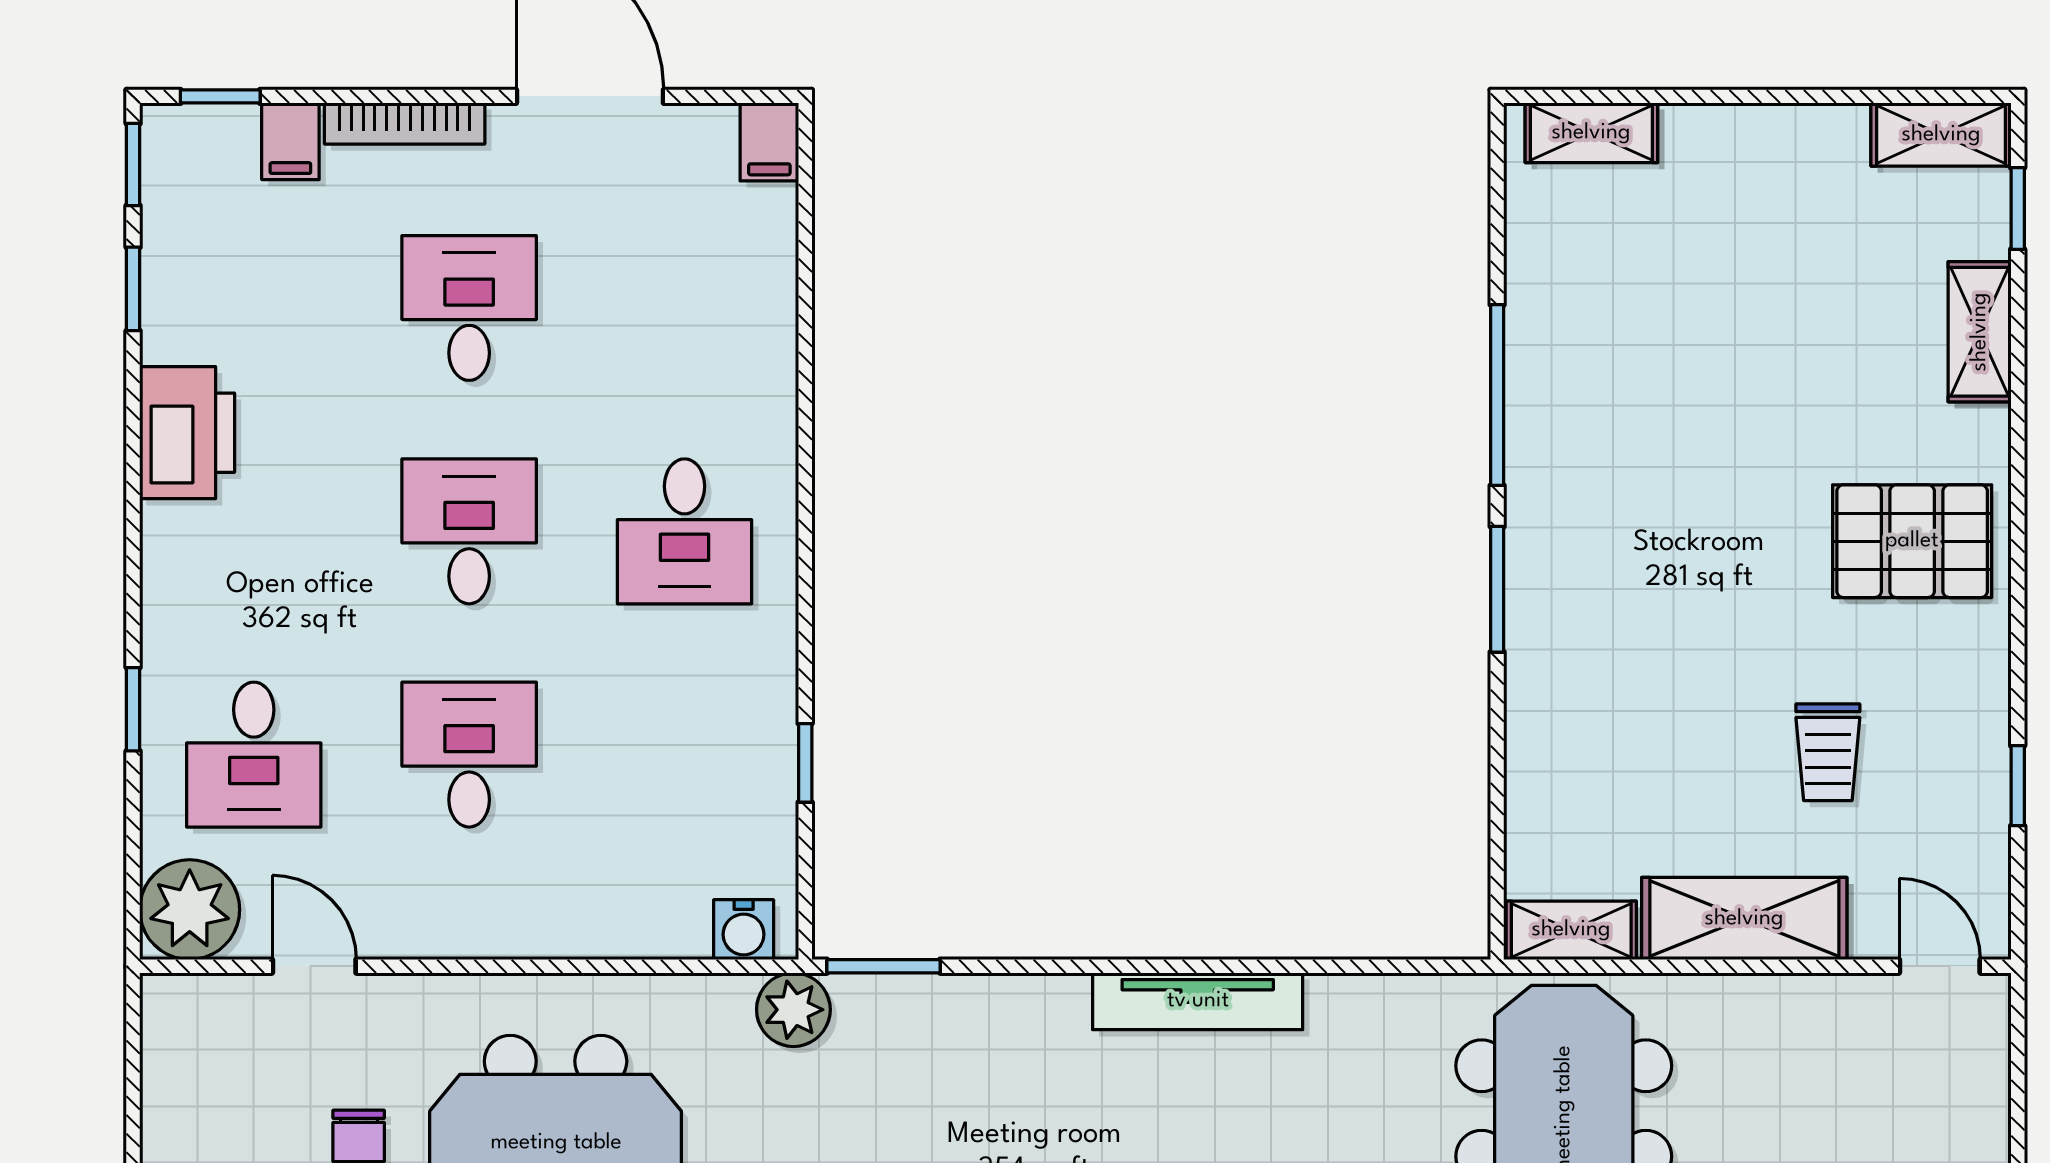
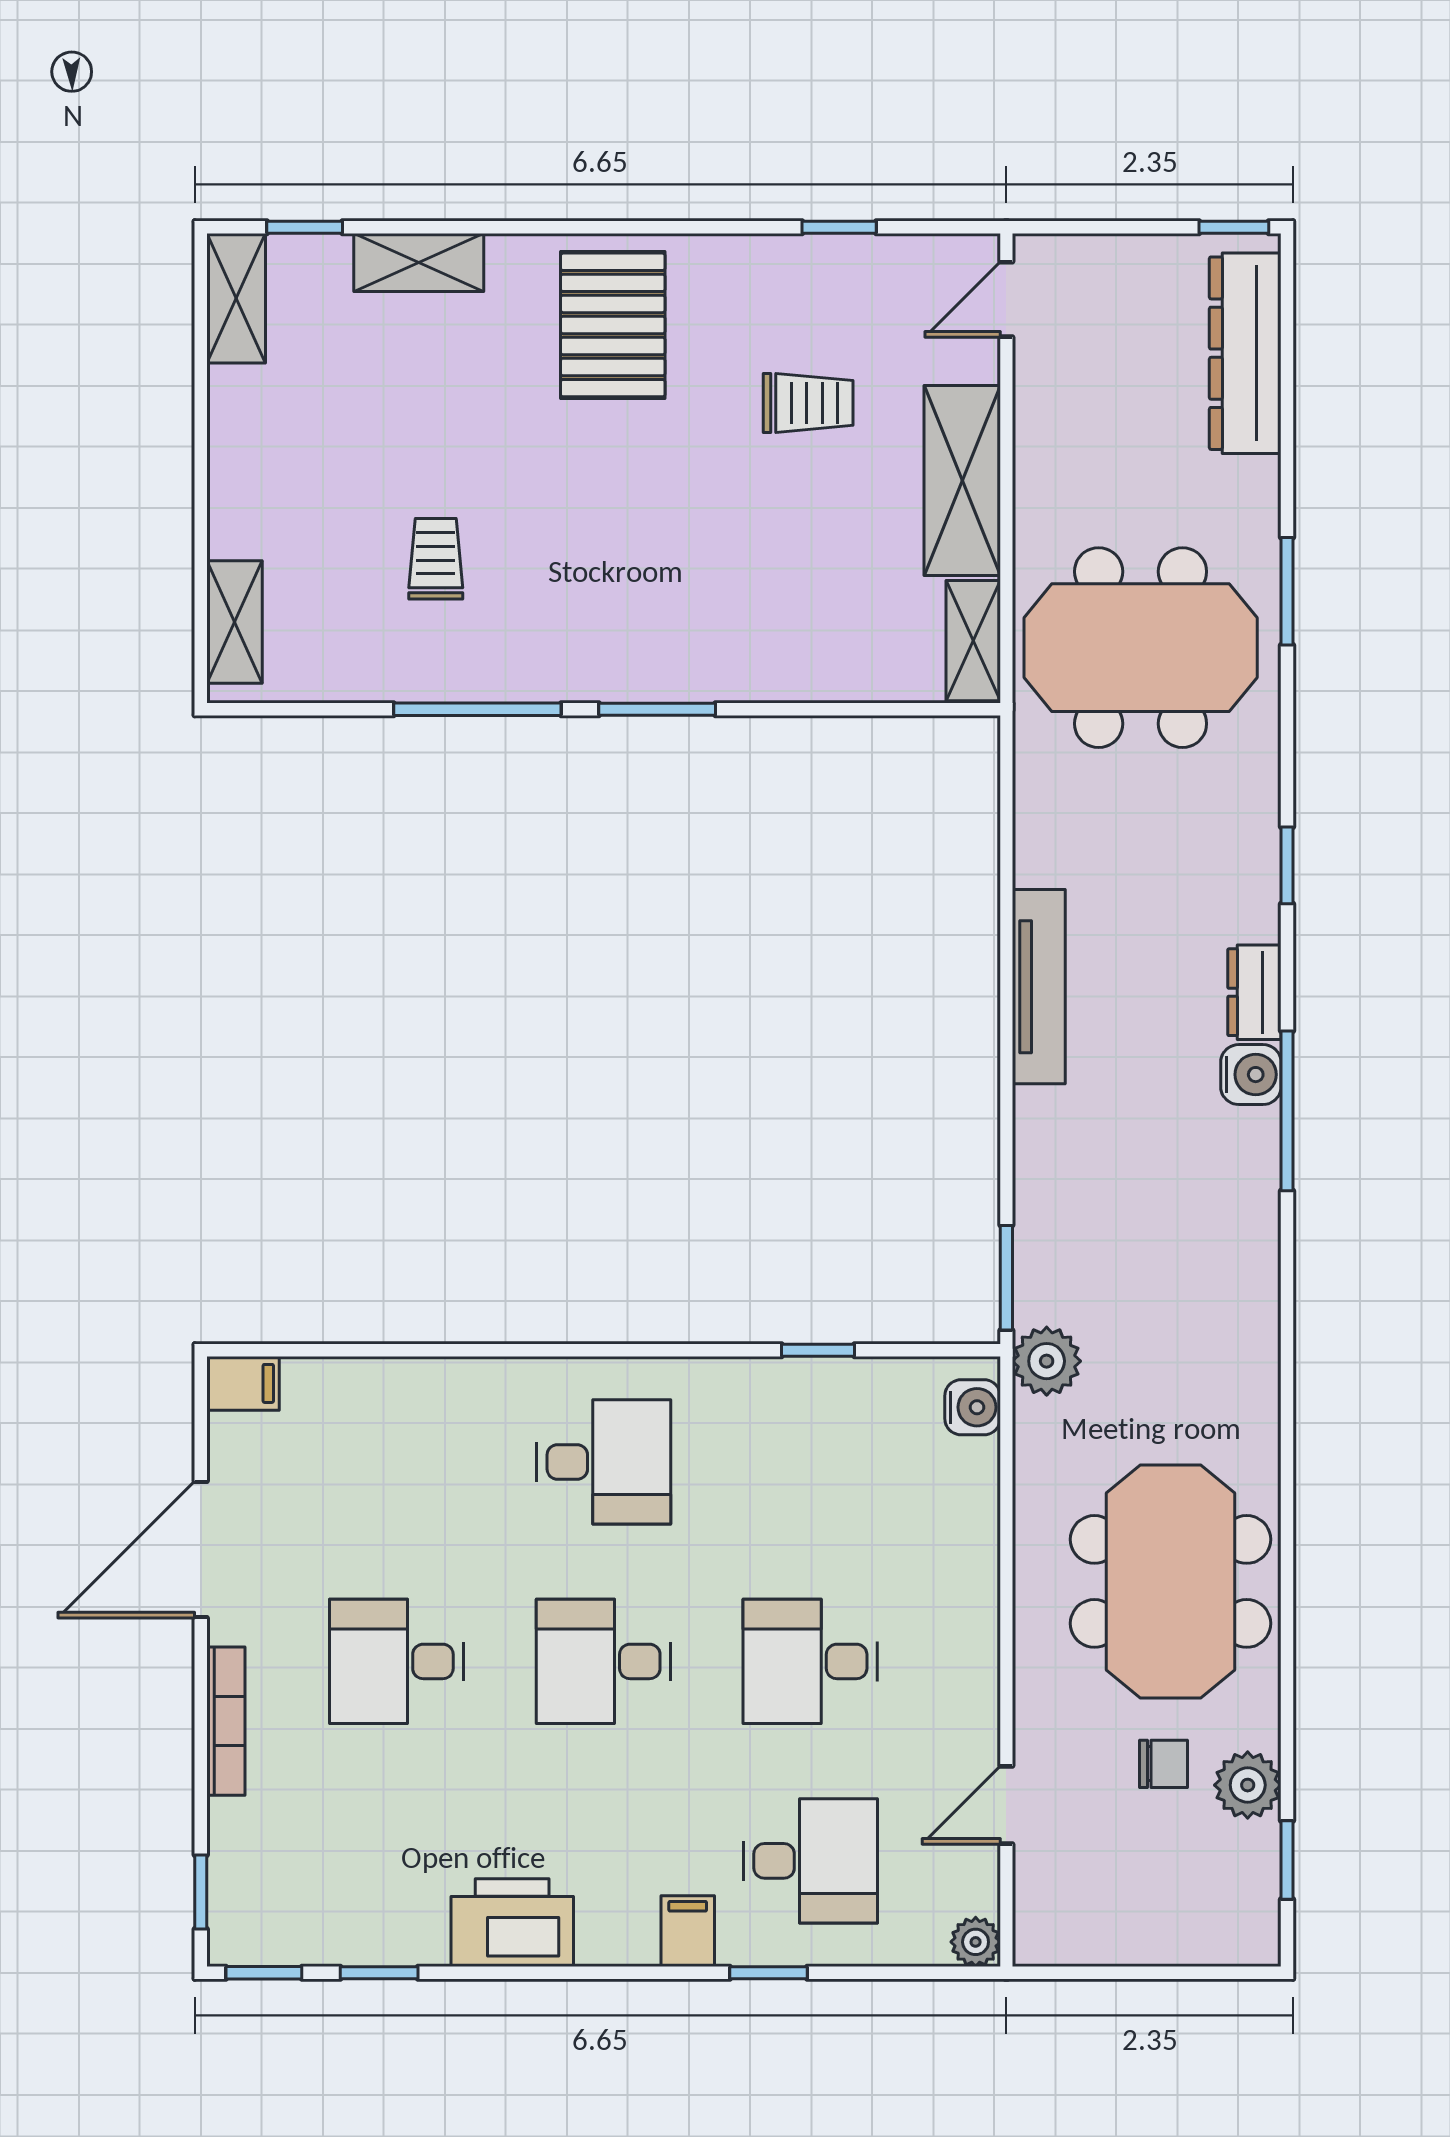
filing cabinet: (290, 141) -> (688, 1931), moved, turned -90
trolley: (1660, 350) -> (436, 559), added
plant: (190, 910) -> (976, 1942), width x0.53, depth x0.53

